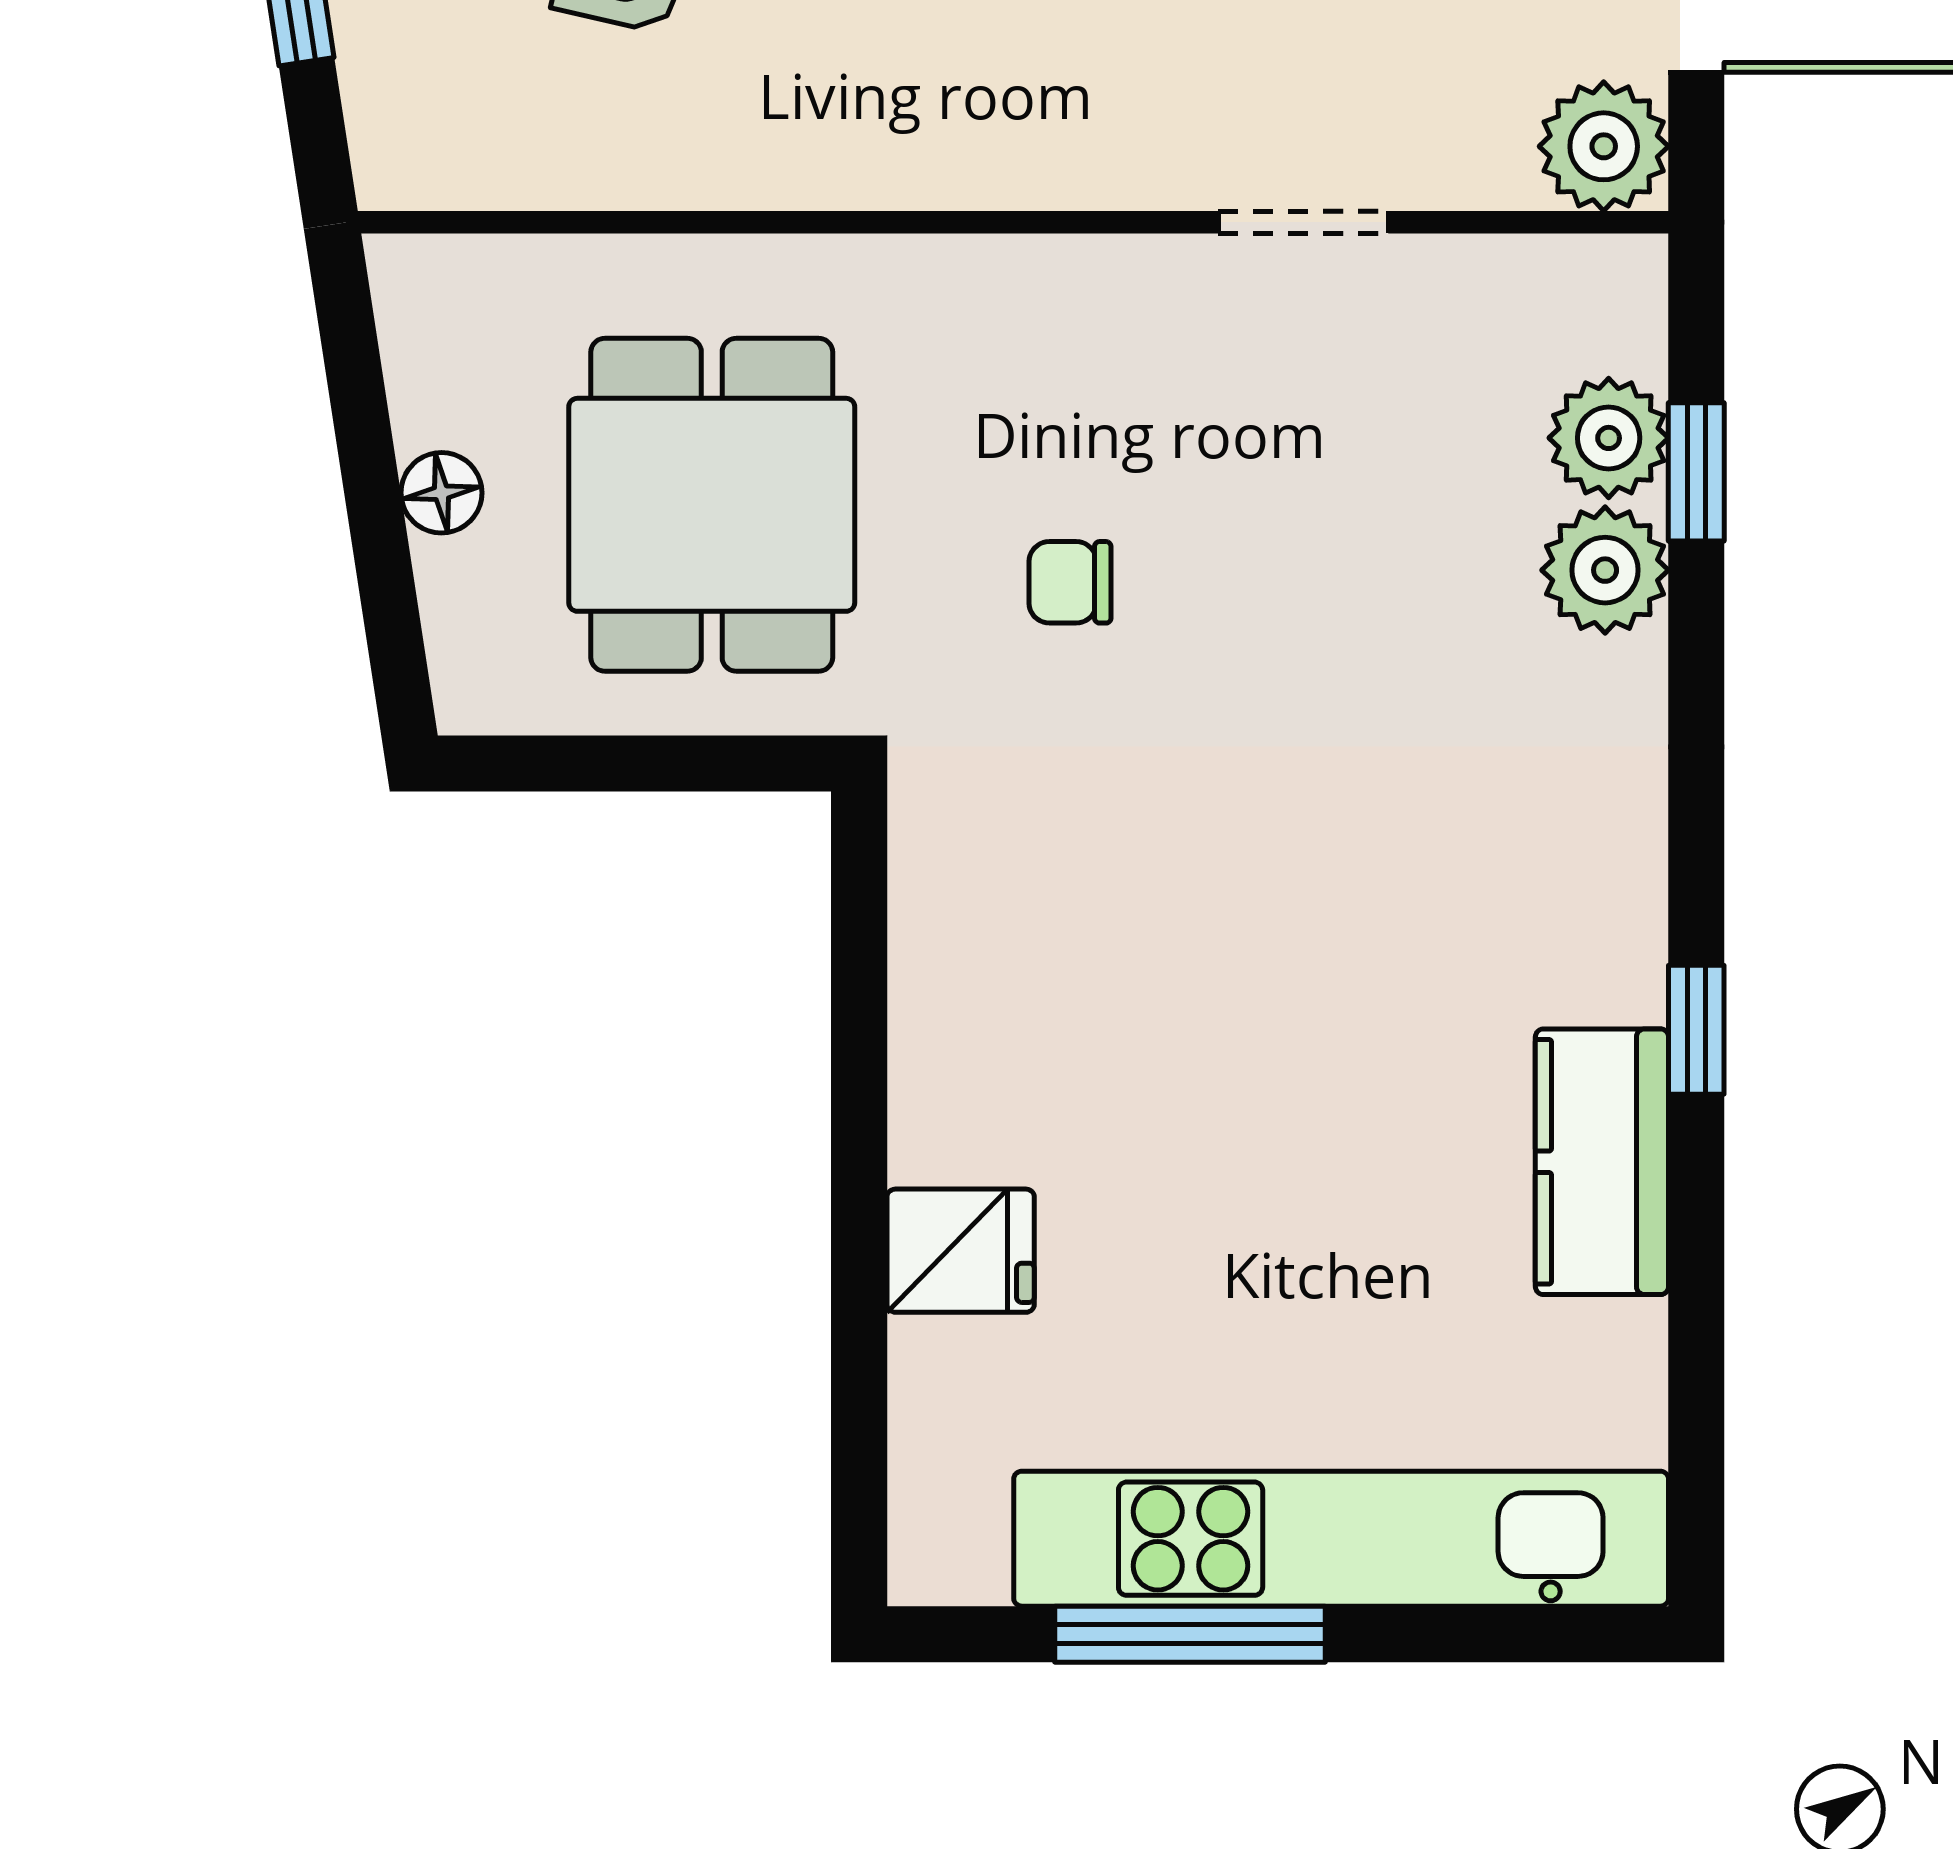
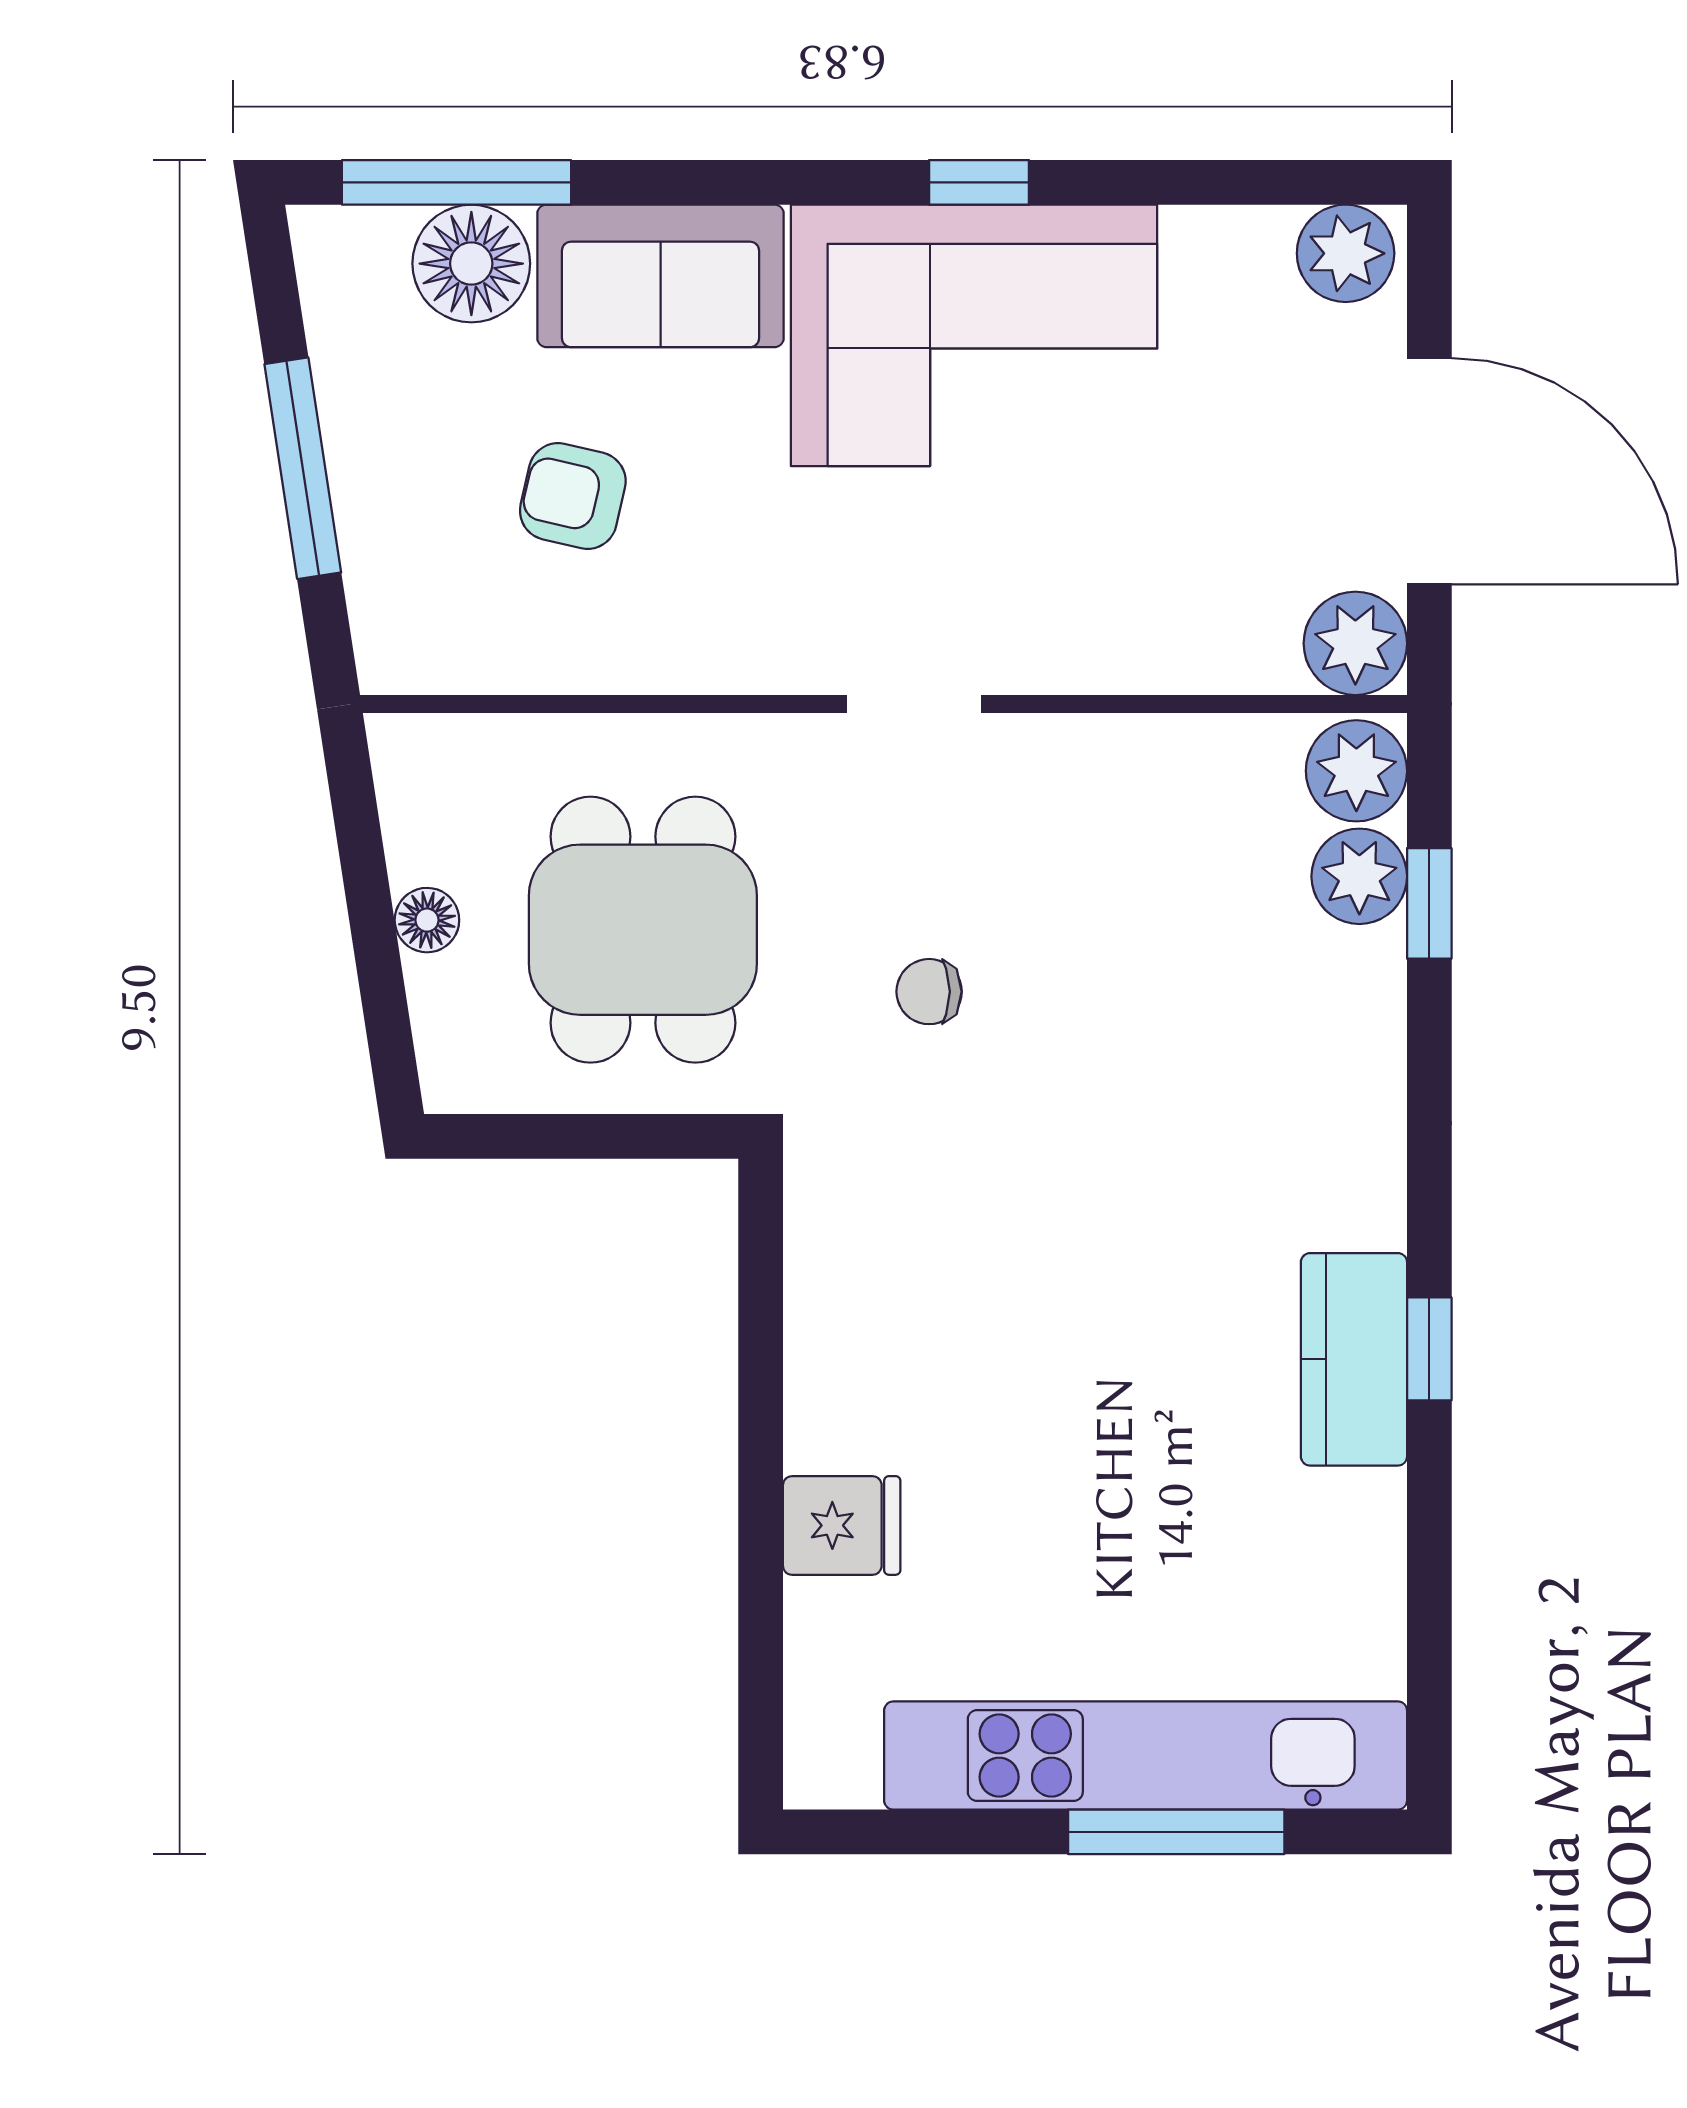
doorway: (1303, 222) -> (914, 704), moved
plant: (1605, 570) -> (1356, 771), moved
kitchen counter: (1602, 1162) -> (1354, 1359), moved
window: (1190, 1634) -> (1176, 1832), moved

